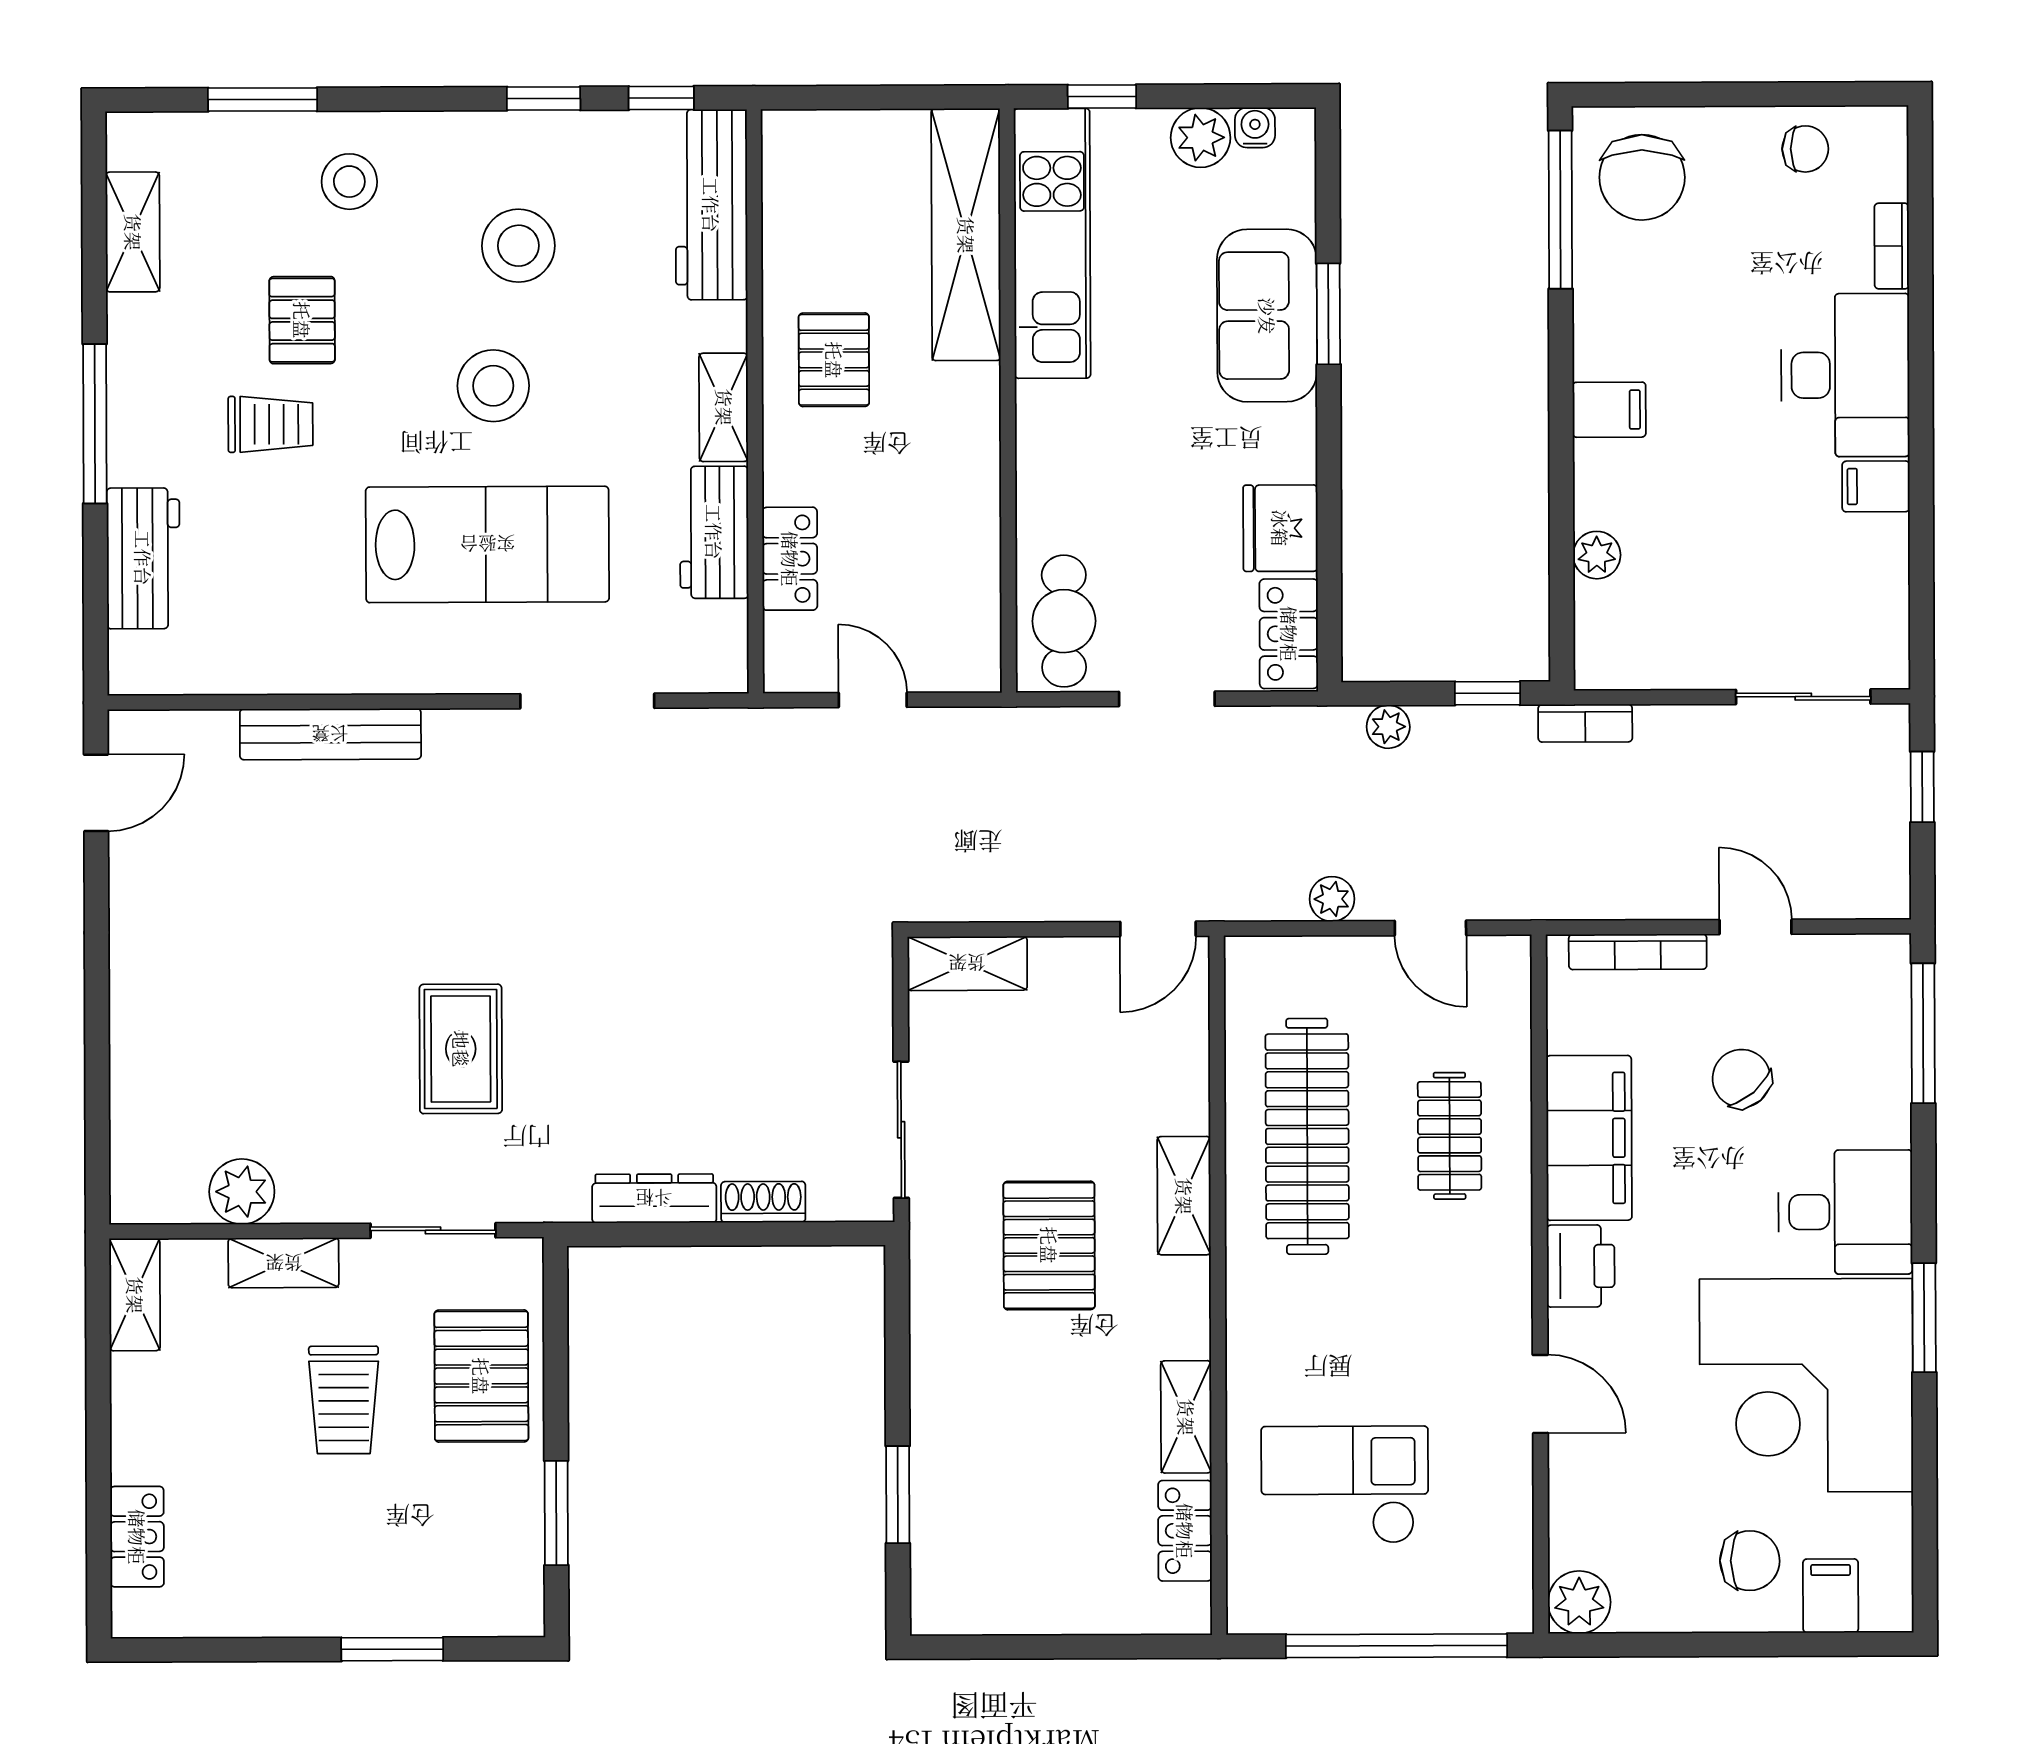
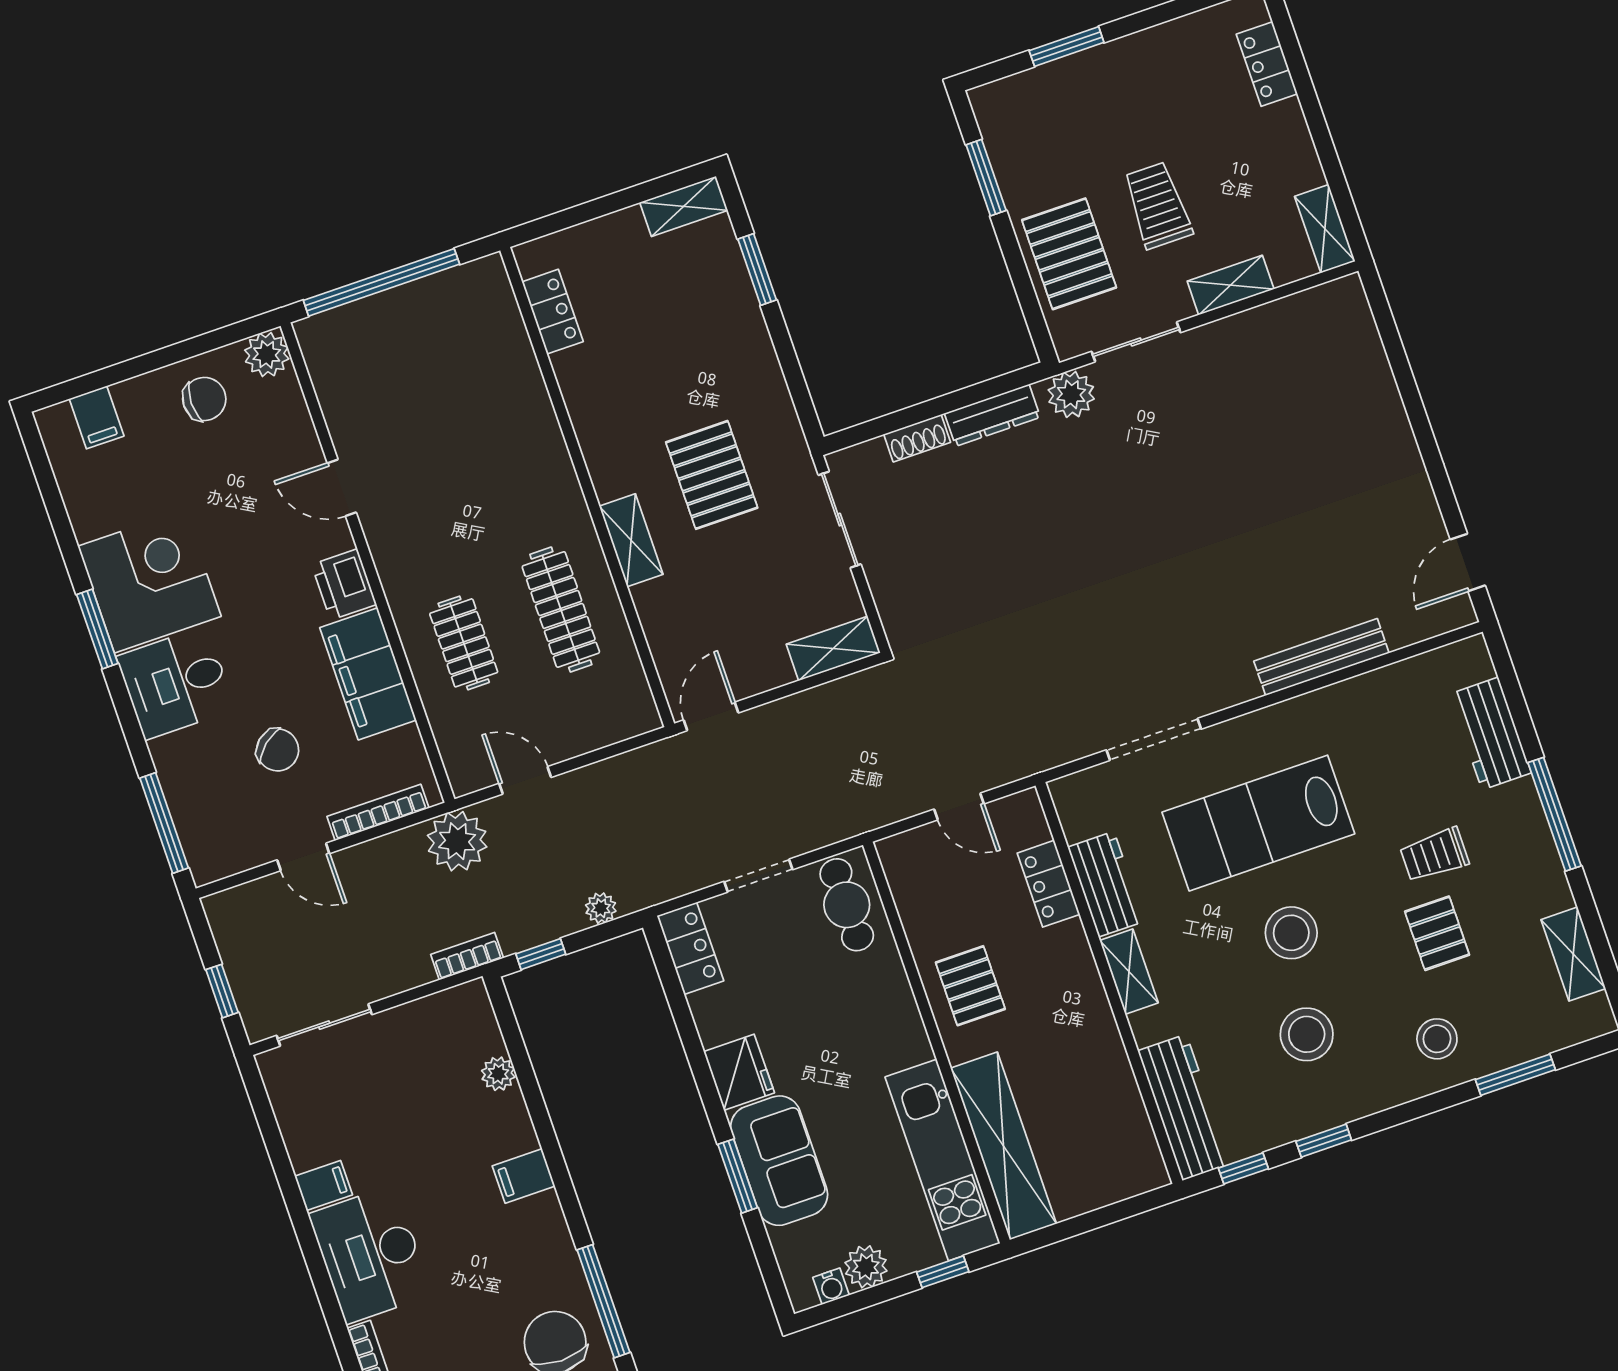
pallet: (834, 360) -> (970, 986), moved
fridge: (1280, 528) -> (739, 1072), moved
plant: (1332, 899) -> (457, 841), moved, width x1.88, depth x1.88
rug: (461, 1049) -> (1159, 472), removed
clothes rail: (1307, 1136) -> (561, 609), width x0.73, depth x0.76
plant: (242, 1192) -> (1071, 394), moved
corner desk: (1806, 1385) -> (149, 581), width x0.74, depth x0.74
shelving: (1186, 1417) -> (684, 206), moved, turned 90
checkout: (1345, 1485) -> (454, 380), removed
chair: (1750, 1561) -> (204, 399), moved, turned 180

